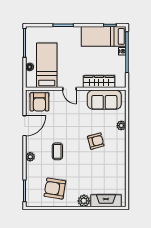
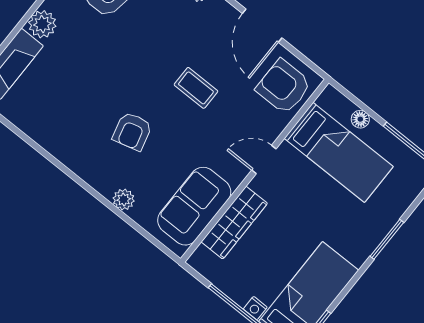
coffee table: (57, 151) -> (196, 88), moved

